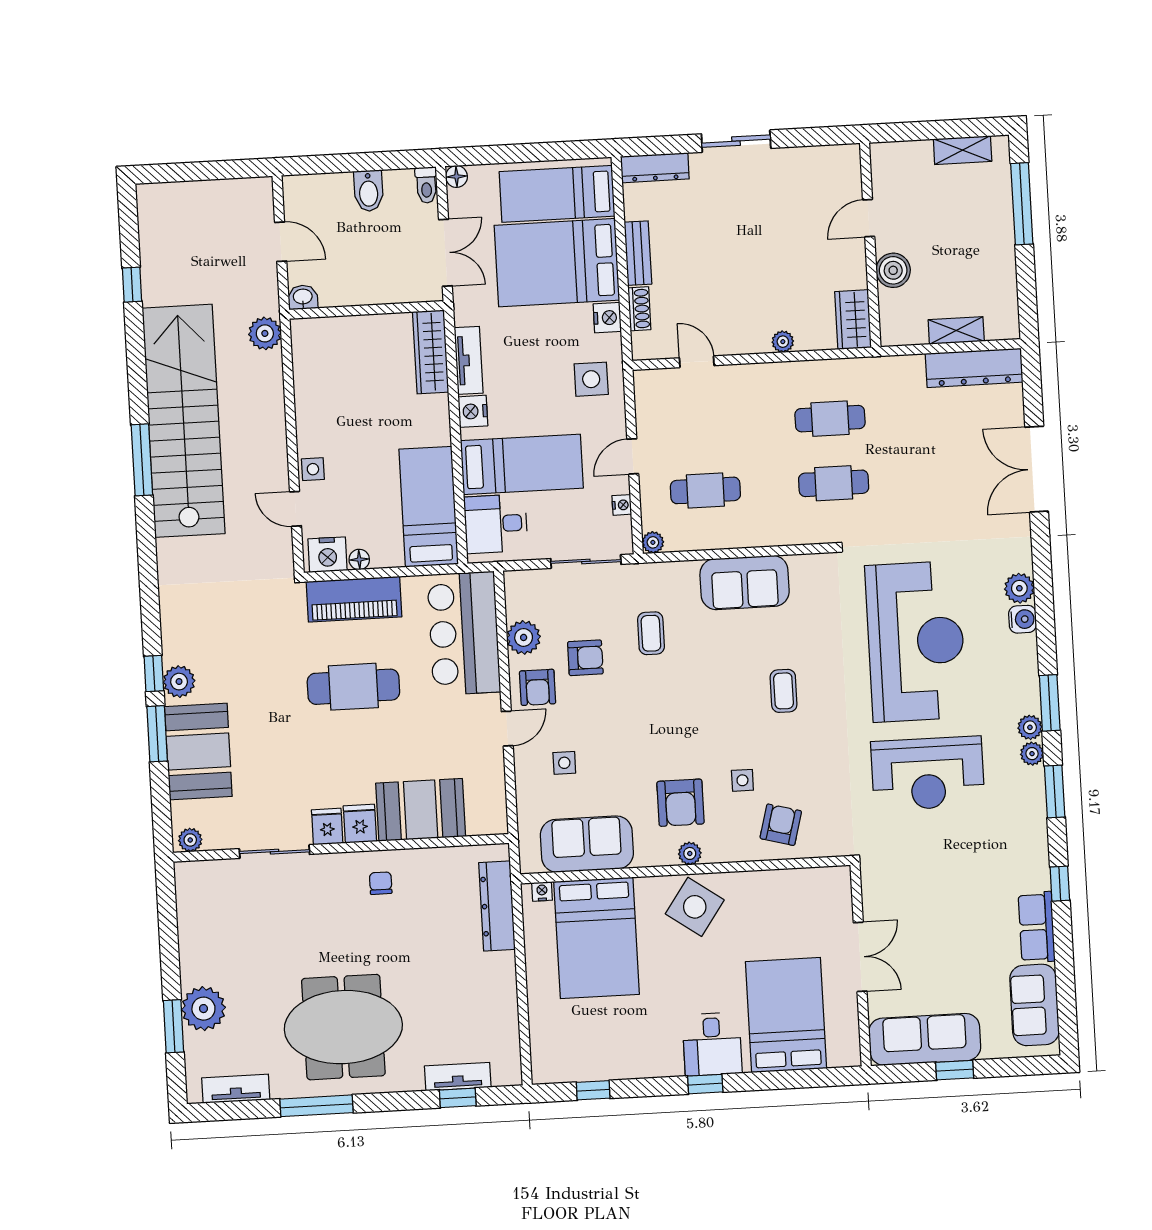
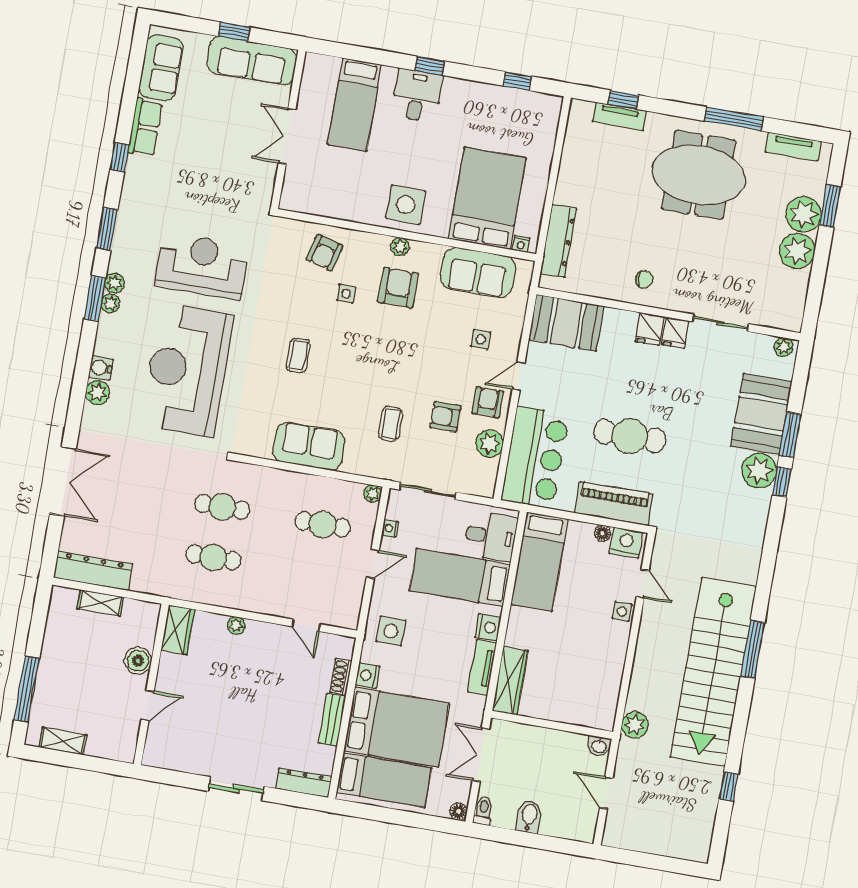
plant: (179, 682) -> (759, 471), width x1.36, depth x1.36
plant: (1032, 754) -> (110, 304), moved
booth: (421, 810) -> (566, 323), moved
chair: (381, 883) -> (644, 279), turned -90
side table: (695, 907) -> (406, 205), turned -35
plant: (201, 962) -> (797, 251), added
bed: (786, 1015) -> (355, 105), width x0.67

